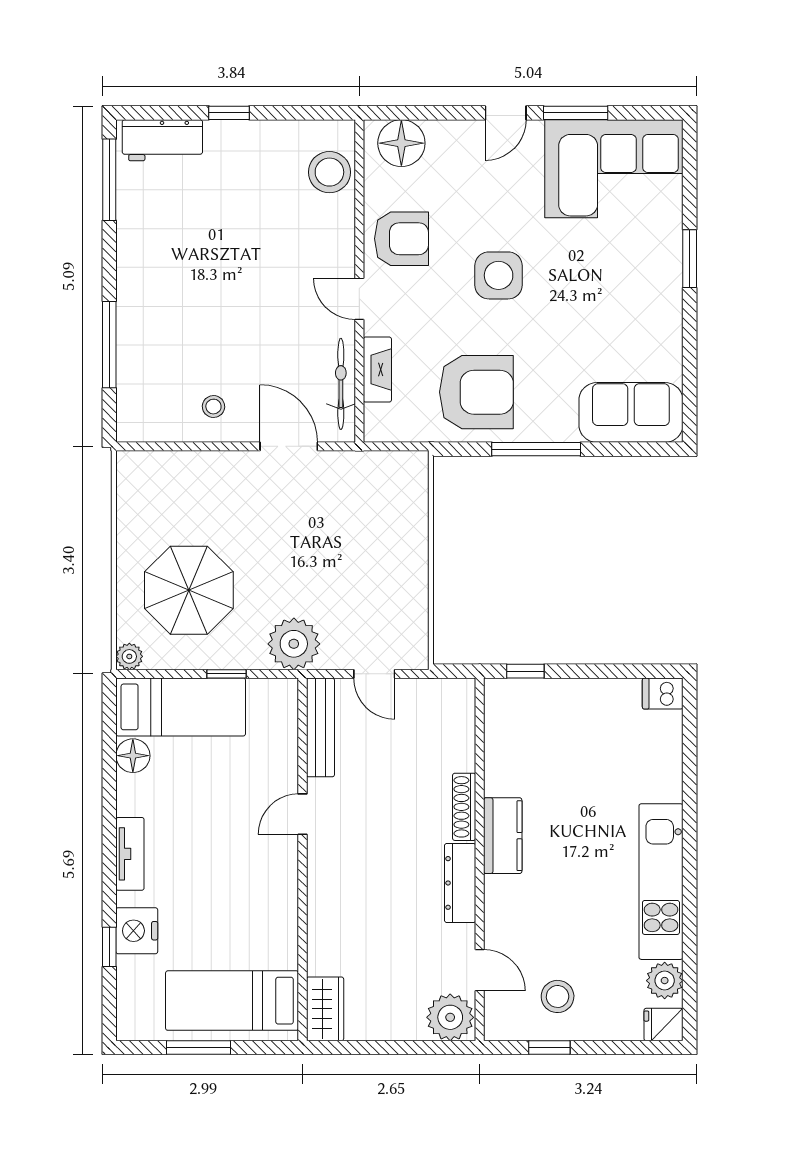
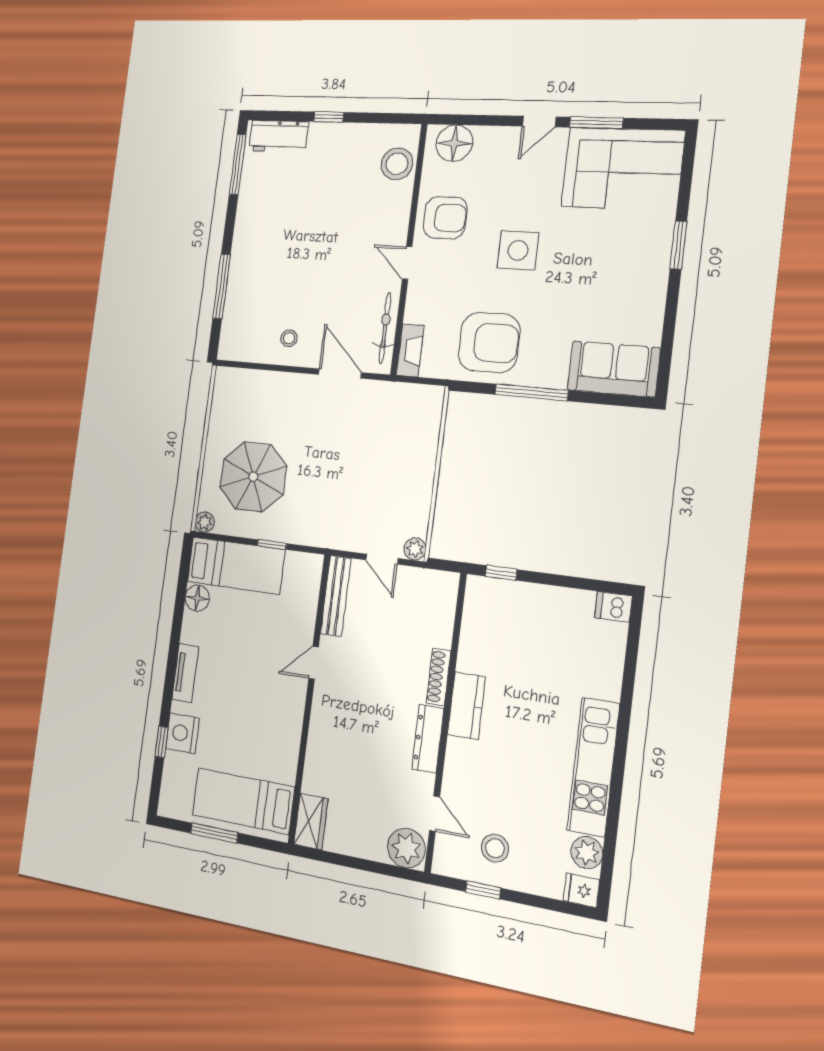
fireplace: (377, 370) -> (410, 350), moved
plant: (294, 644) -> (415, 549), moved, width x0.53, depth x0.53

